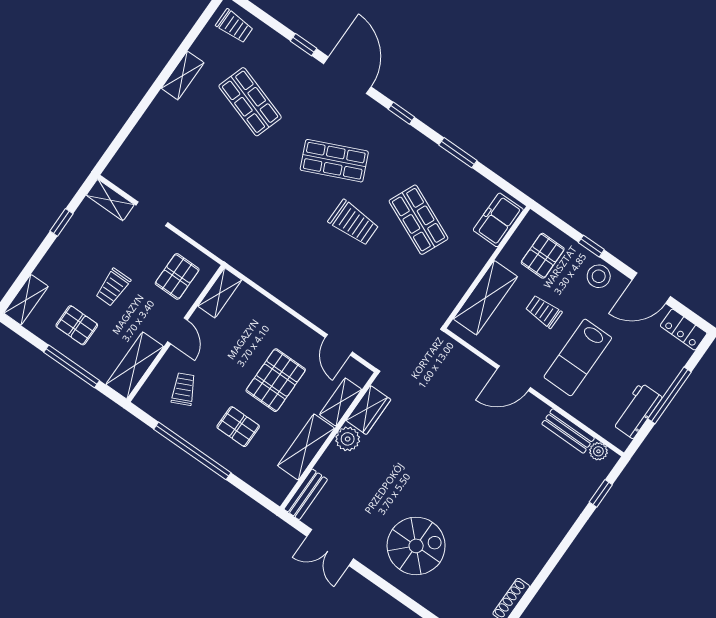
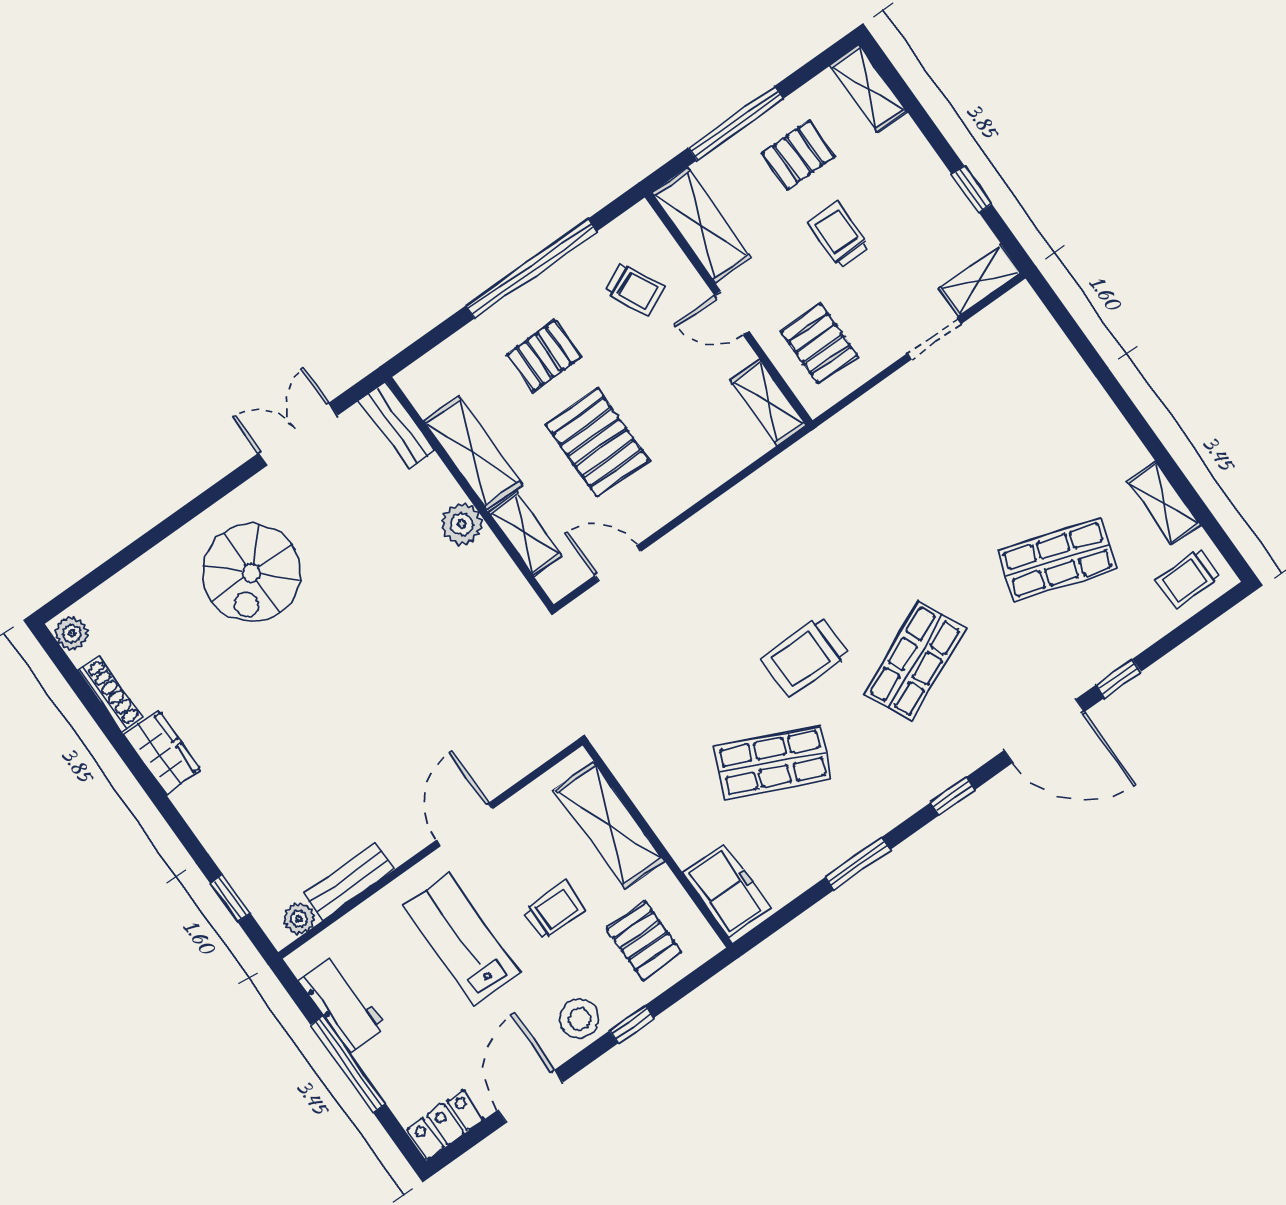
shelving: (183, 75) -> (1164, 503), moved
wardrobe: (368, 410) -> (163, 753), moved, turned 180

